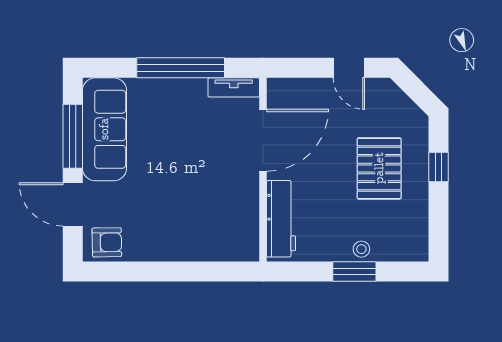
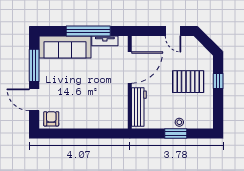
tv unit: (234, 87) -> (105, 41), moved
sofa: (104, 129) -> (65, 47), moved, turned 90
pallet: (379, 168) -> (188, 82), turned 90
armchair: (107, 242) -> (51, 119), turned -89

